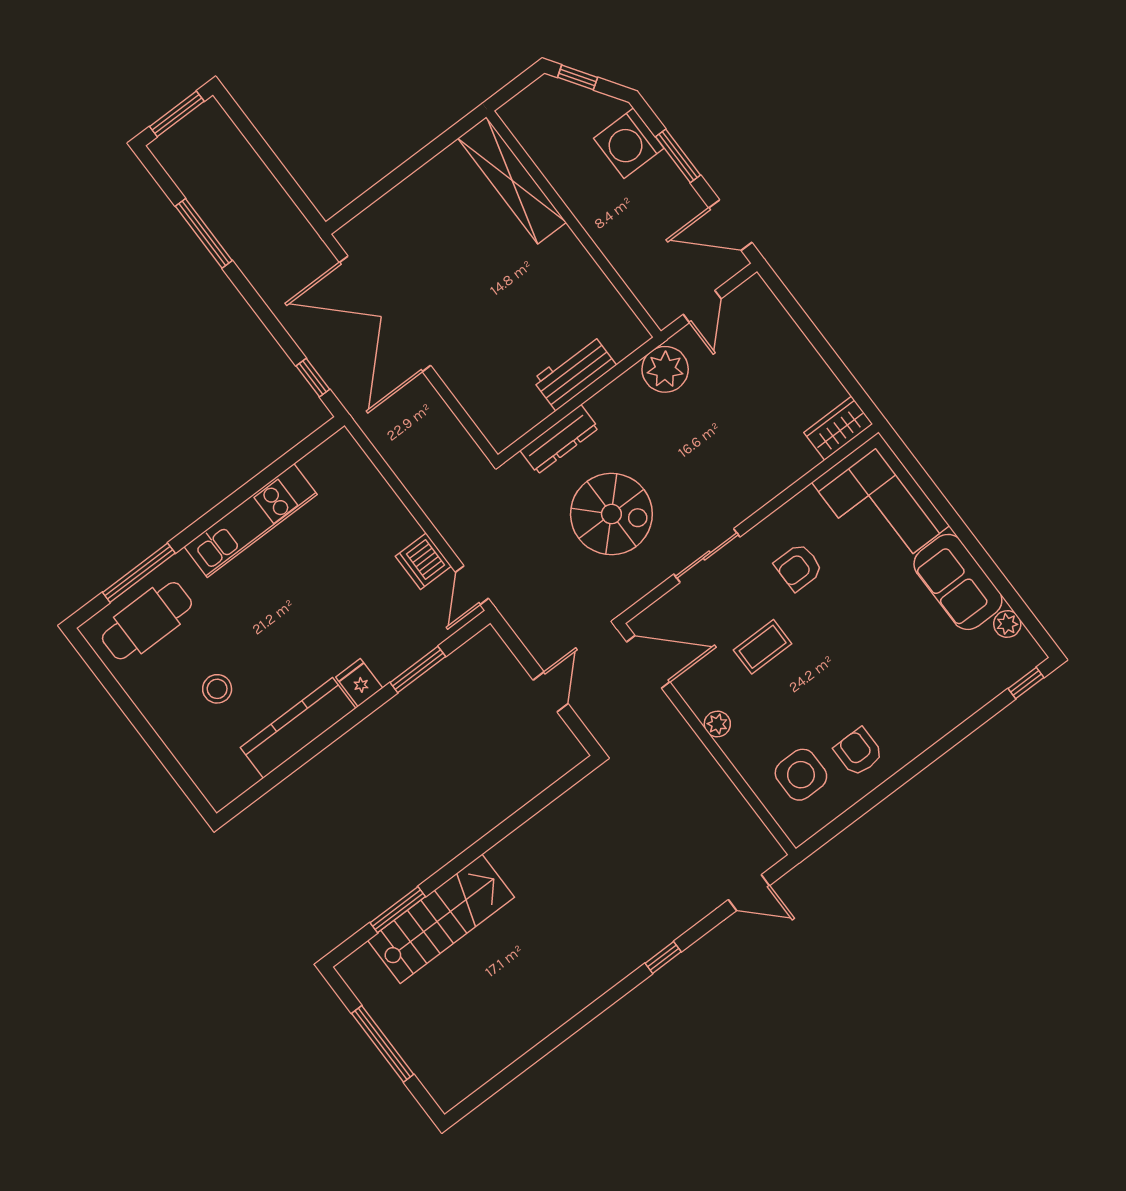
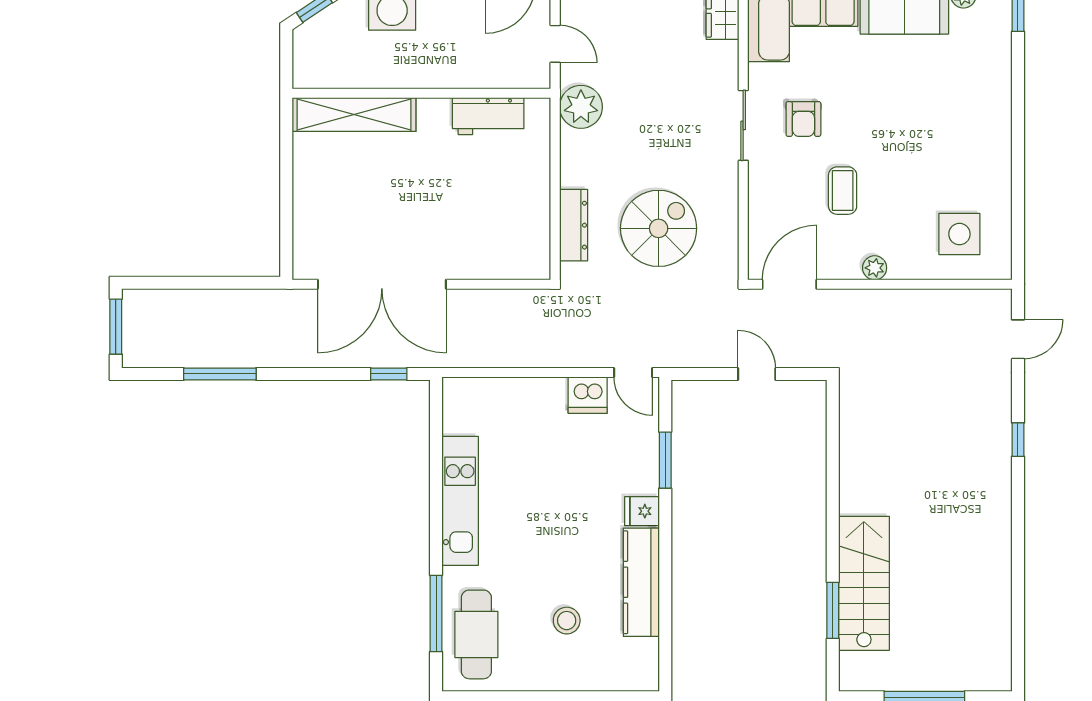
workbench: (574, 372) -> (488, 116), moved, turned -90
sliding door: (707, 555) -> (743, 125), moved
armchair: (858, 752) -> (975, 178), removed

